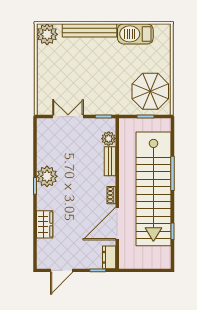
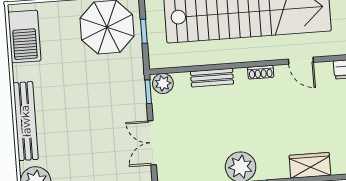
barbecue: (135, 34) -> (24, 36), moved
plant: (109, 139) -> (163, 83), moved
door: (117, 223) -> (301, 61), width x0.53

